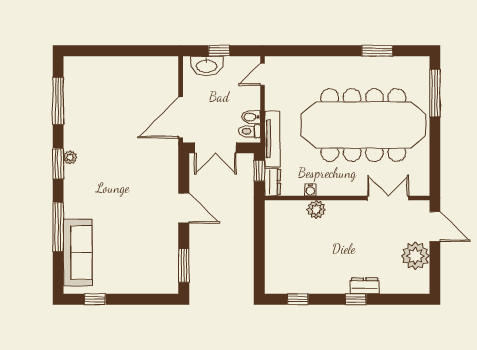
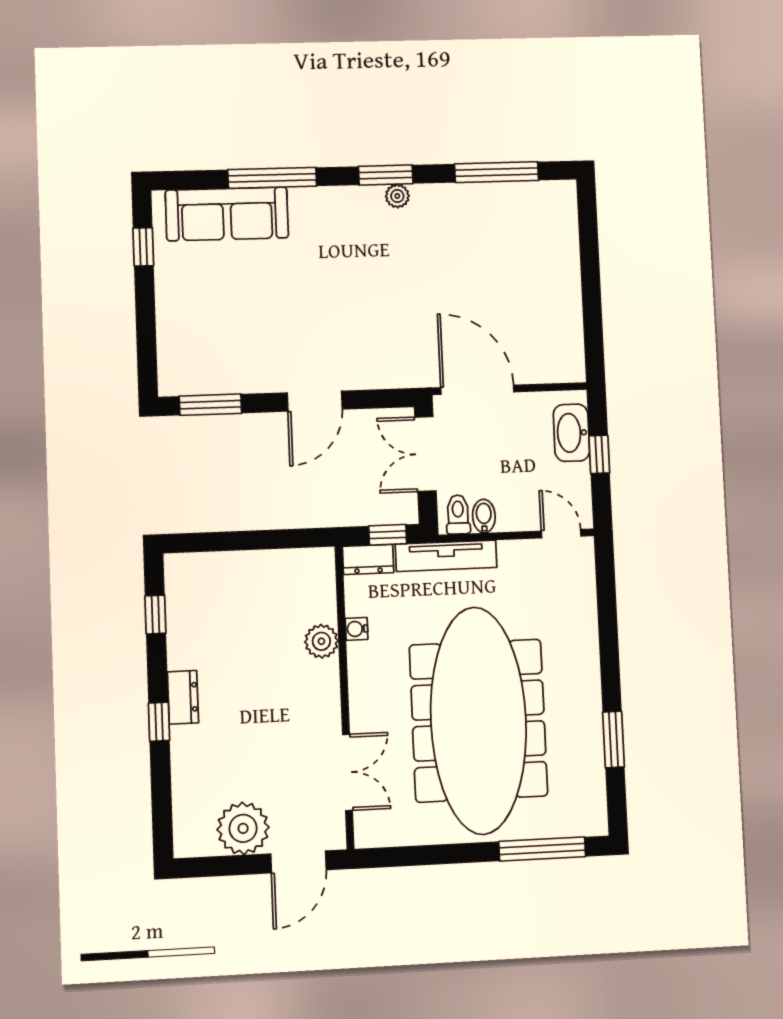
dresser: (365, 286) -> (183, 697), moved

